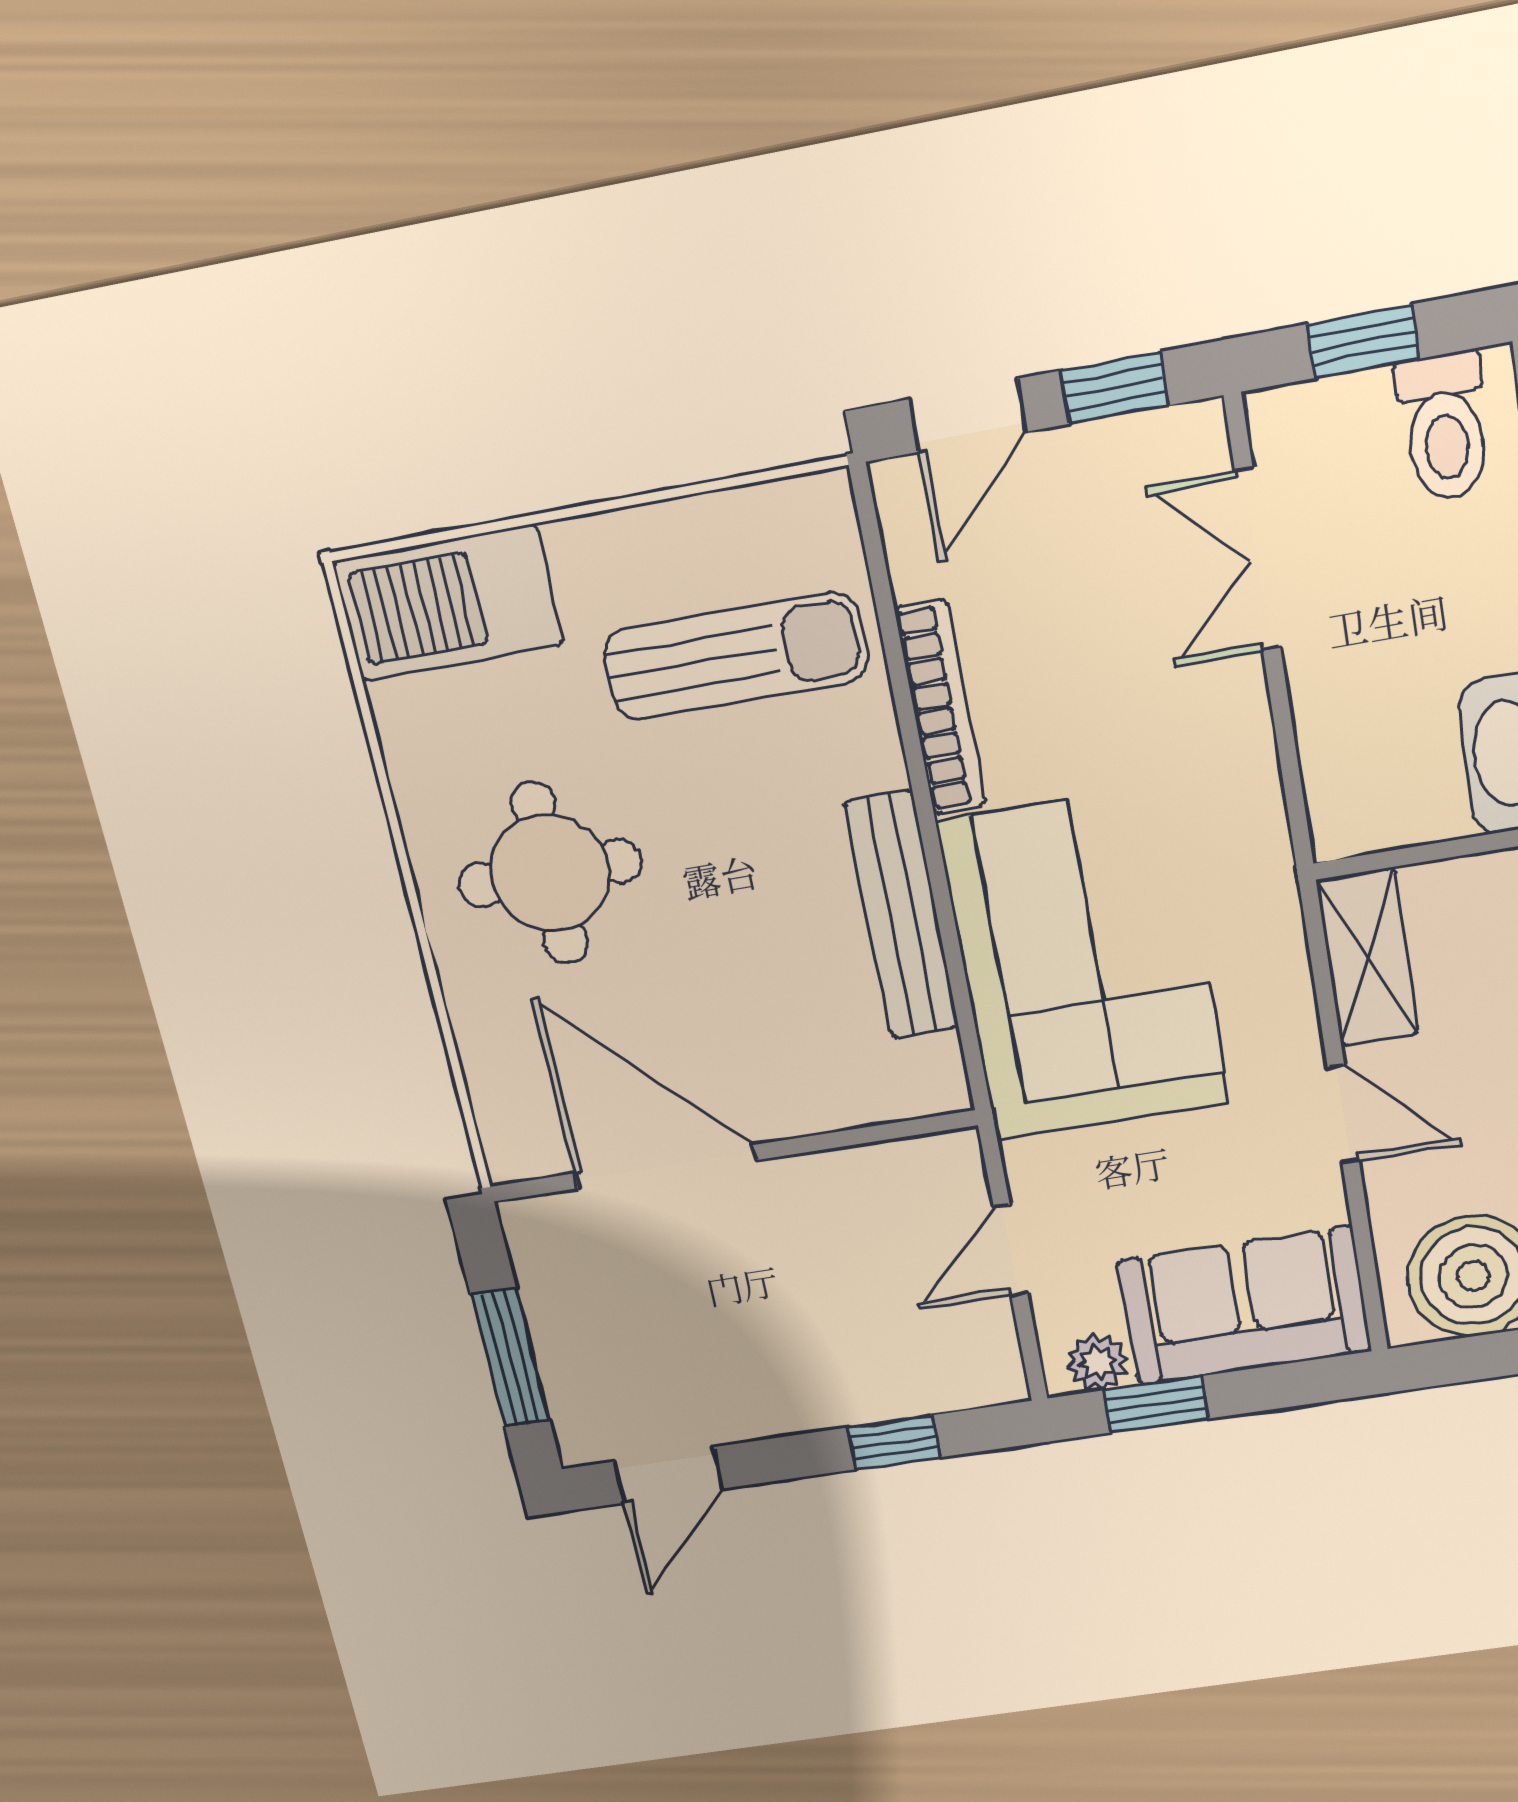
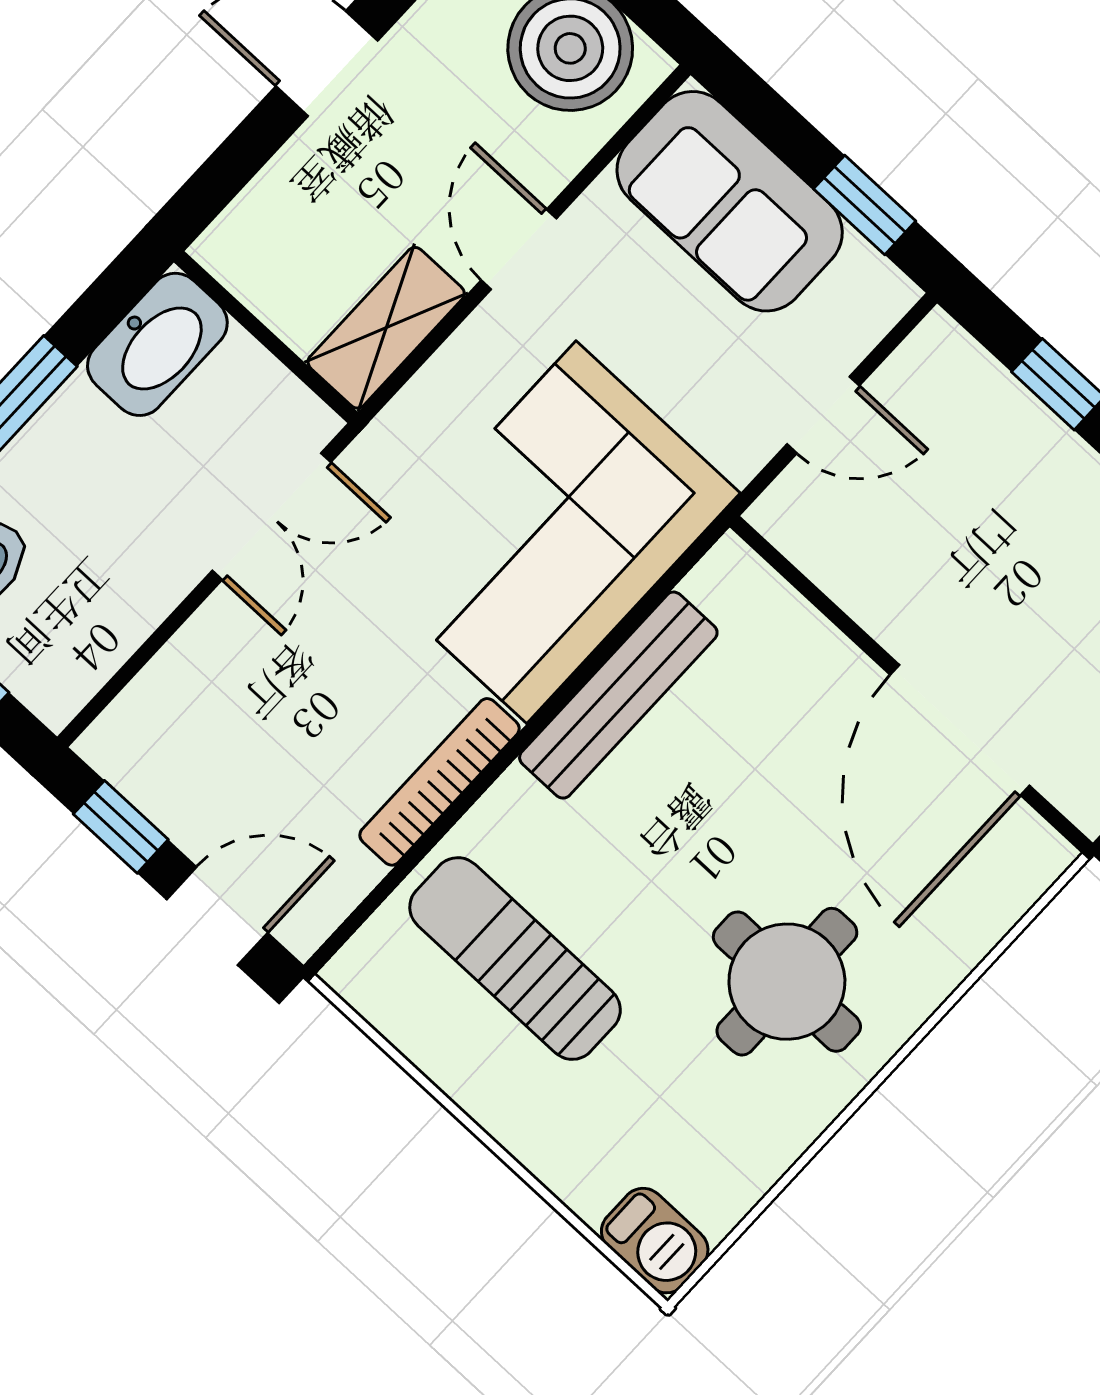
double door: (1258, 560) -> (272, 516), moved
barbecue: (448, 603) -> (655, 1241), width x0.53, depth x0.65
plant: (1098, 1362) -> (865, 277), removed

